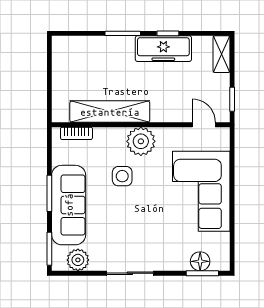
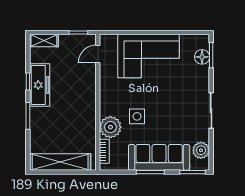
shelving: (110, 112) -> (60, 162), moved, turned 90
plant: (141, 141) -> (110, 127), moved

